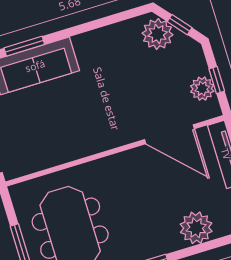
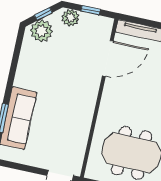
plant: (202, 89) -> (70, 18), moved

